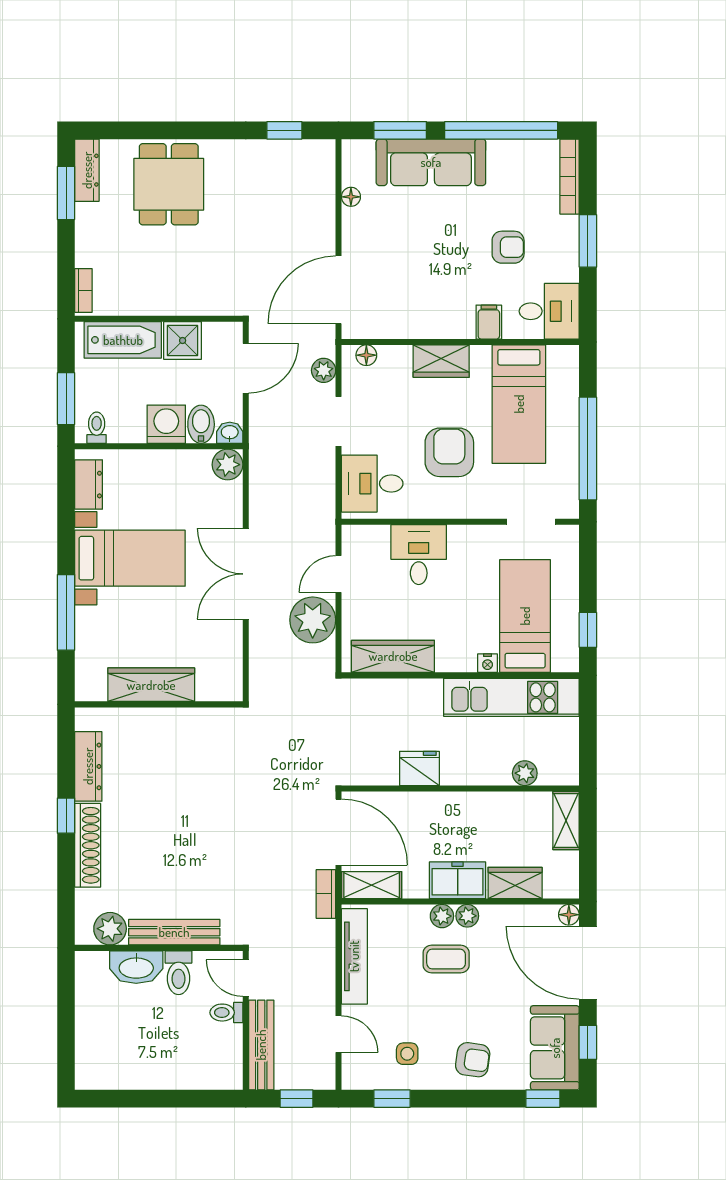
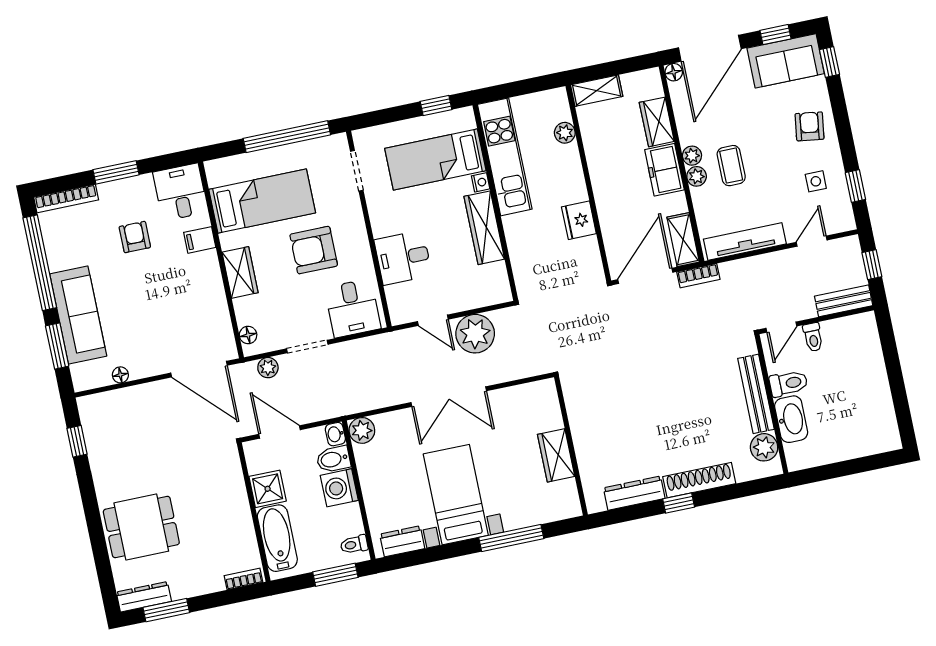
wardrobe: (393, 656) -> (484, 228), moved
wardrobe: (151, 685) -> (556, 455), width x0.67
bench: (261, 1045) -> (844, 301), width x0.73

